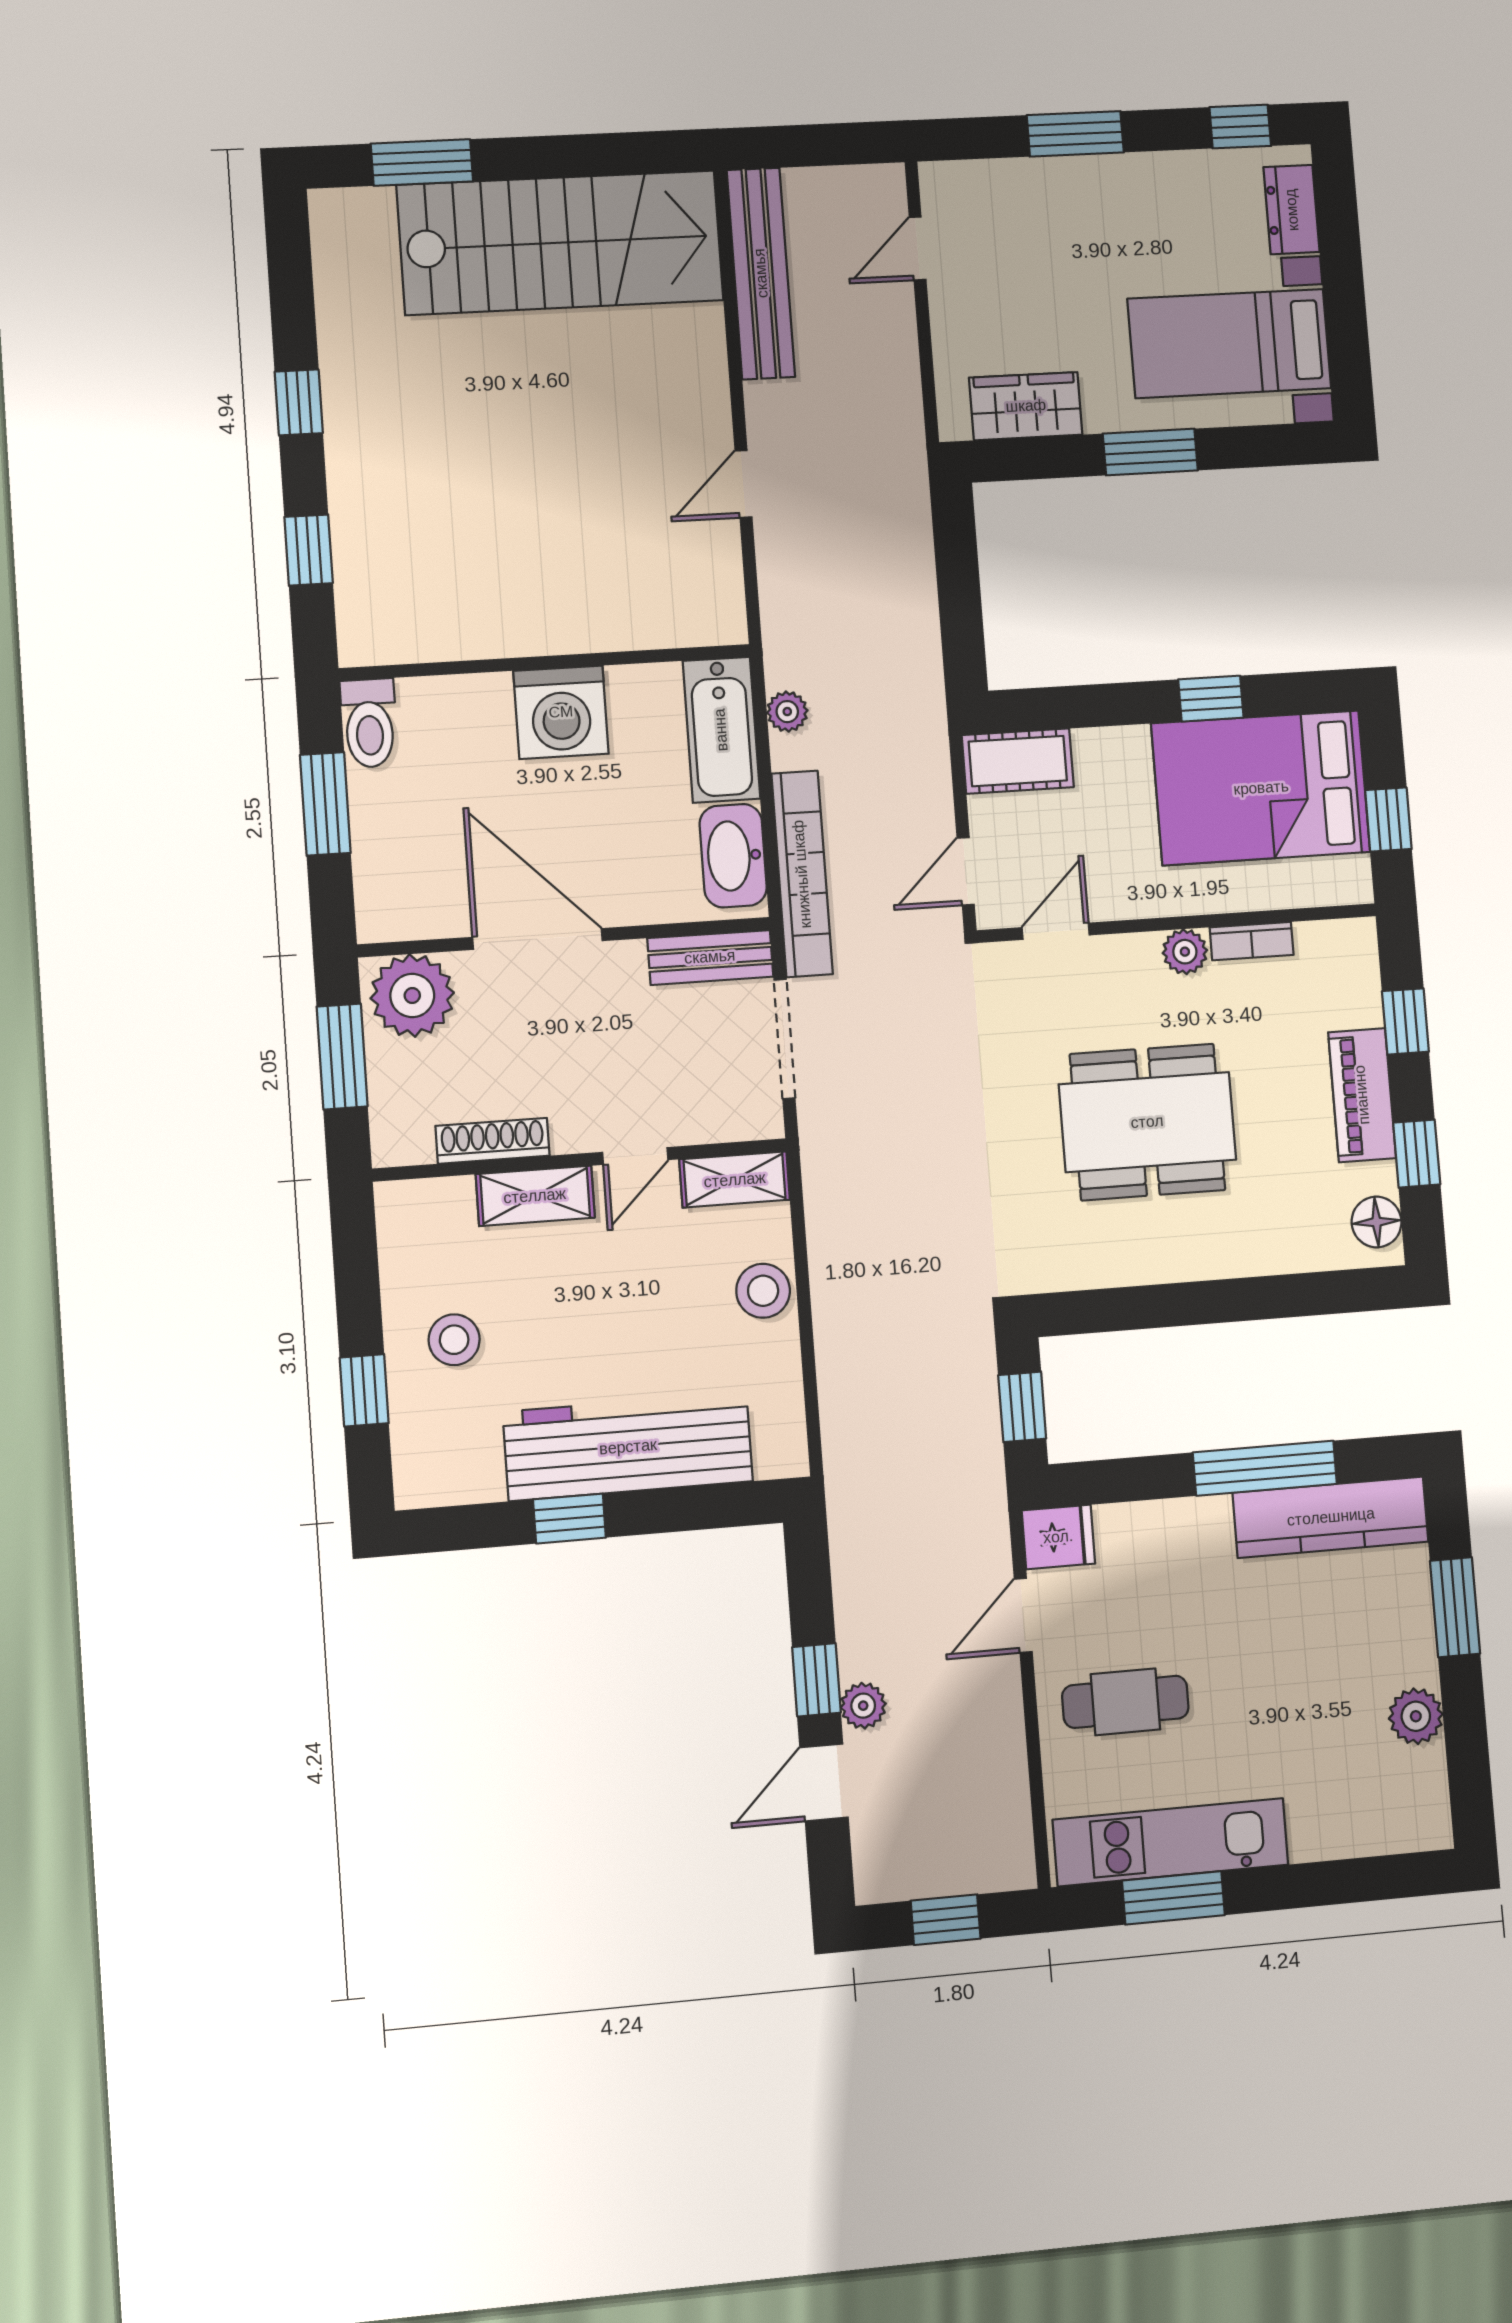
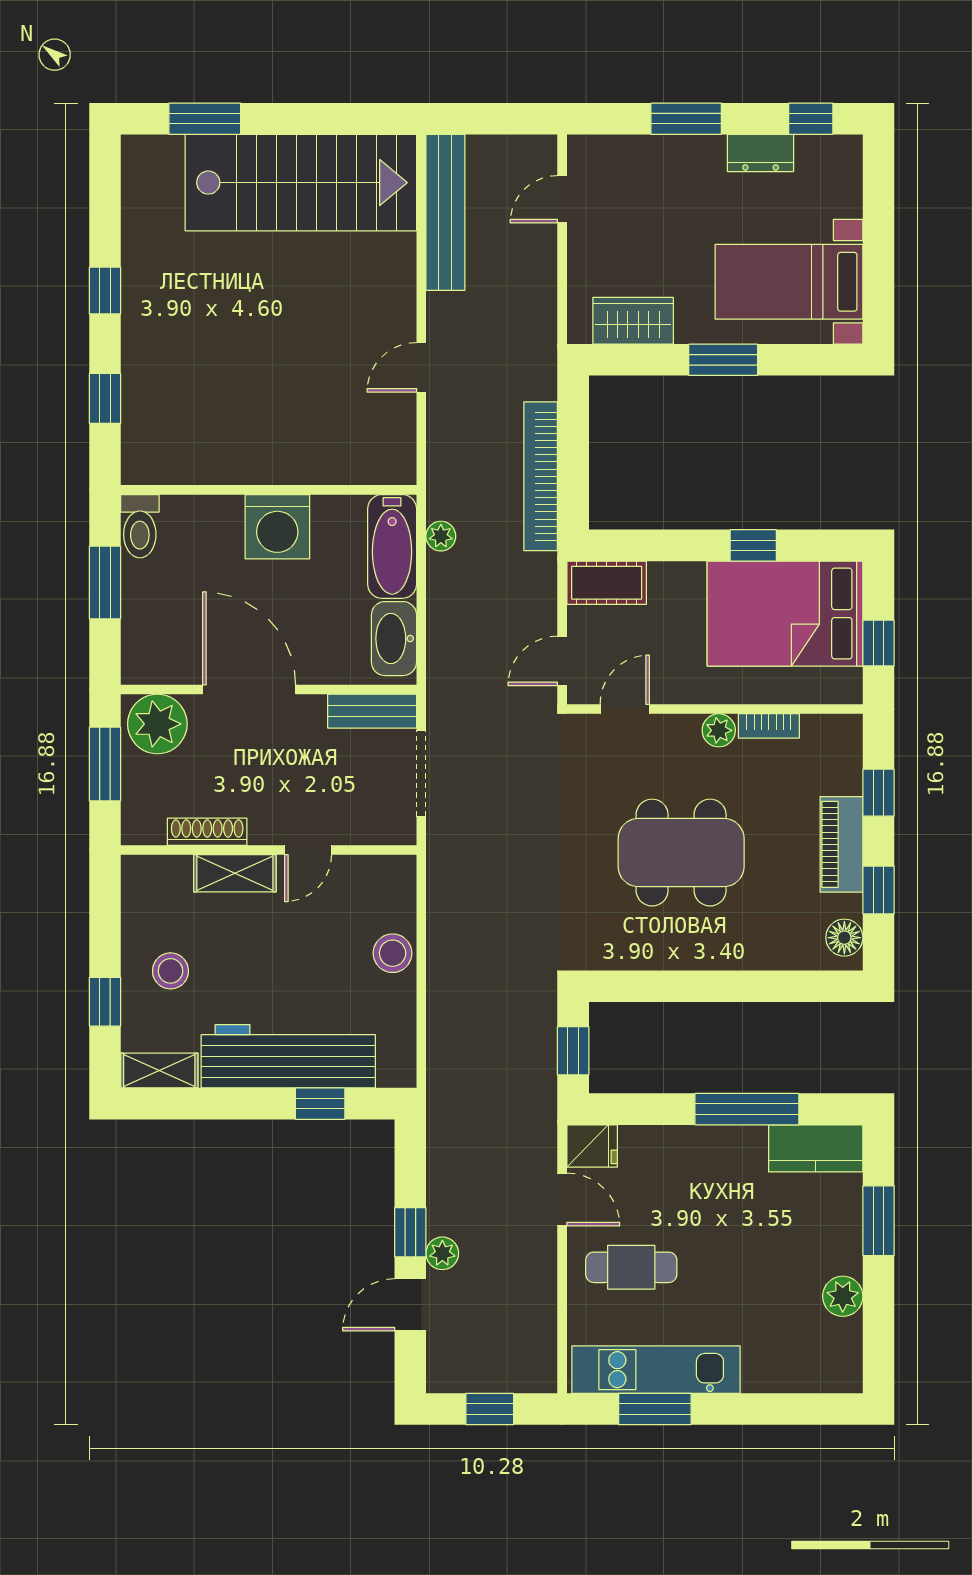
dresser: (1292, 210) -> (761, 153), moved, turned -90
bookcase: (802, 874) -> (541, 476), moved, turned 180
shelving: (735, 1180) -> (159, 1071), moved
kitchen counter: (1331, 1517) -> (816, 1148), width x0.67
window: (569, 1519) -> (320, 1104), moved
door: (1023, 1615) -> (562, 1199), swing flipped

